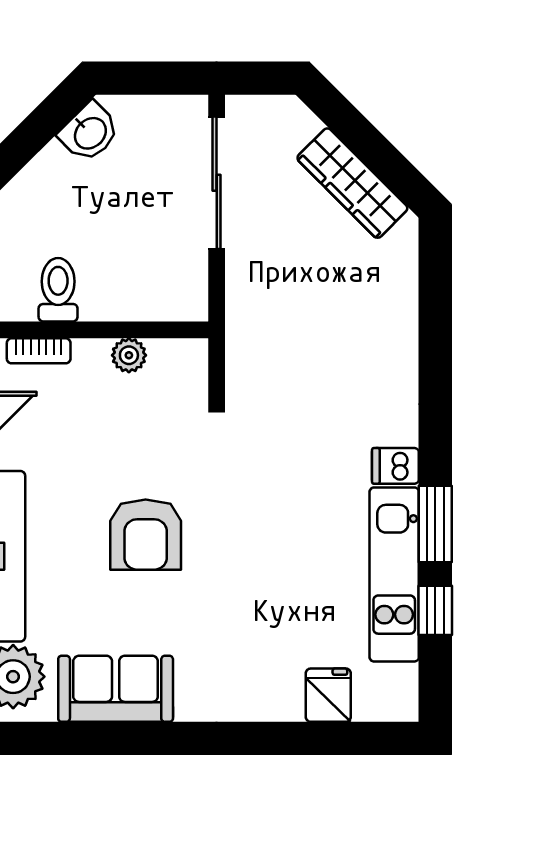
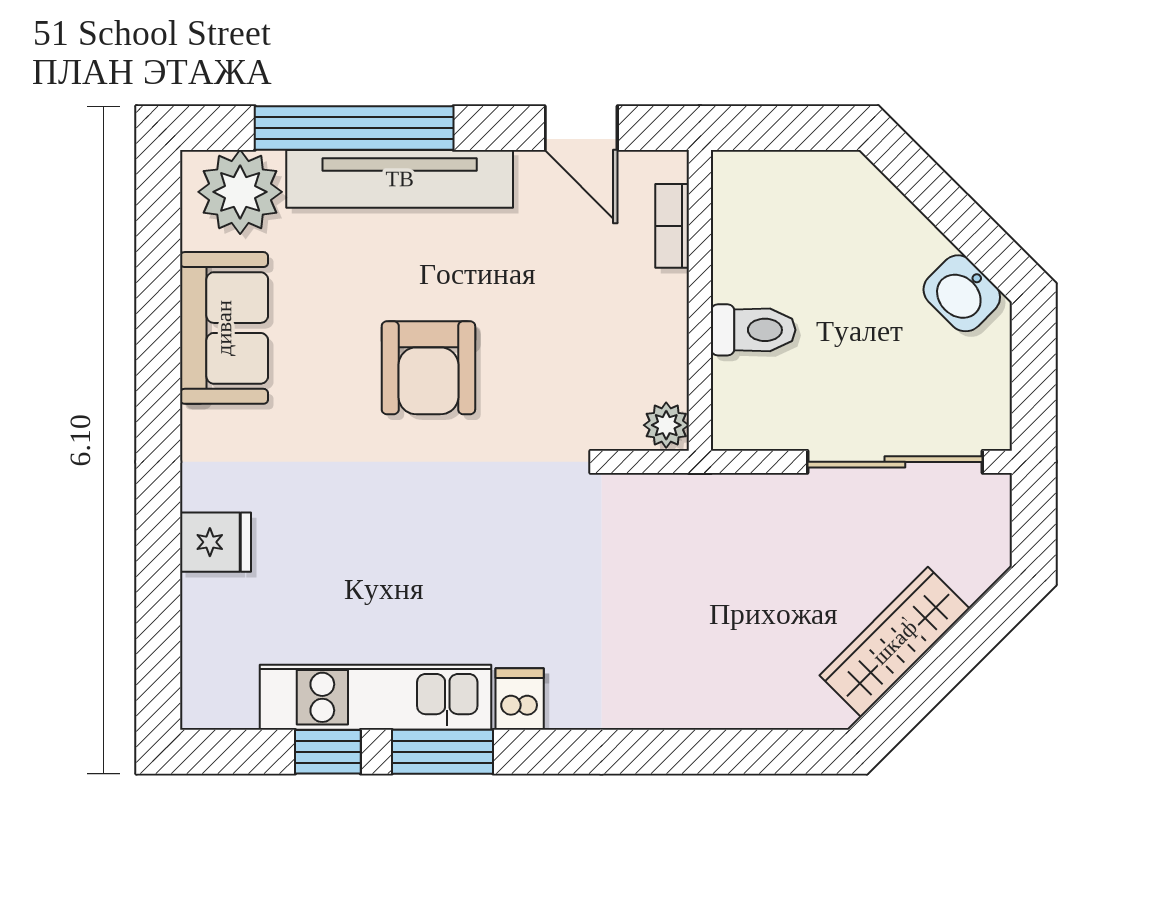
toilet: (58, 290) -> (753, 330), moved
plant: (129, 355) -> (666, 425), moved
armchair: (146, 535) -> (428, 368), turned -90
fridge: (328, 695) -> (215, 542), moved

